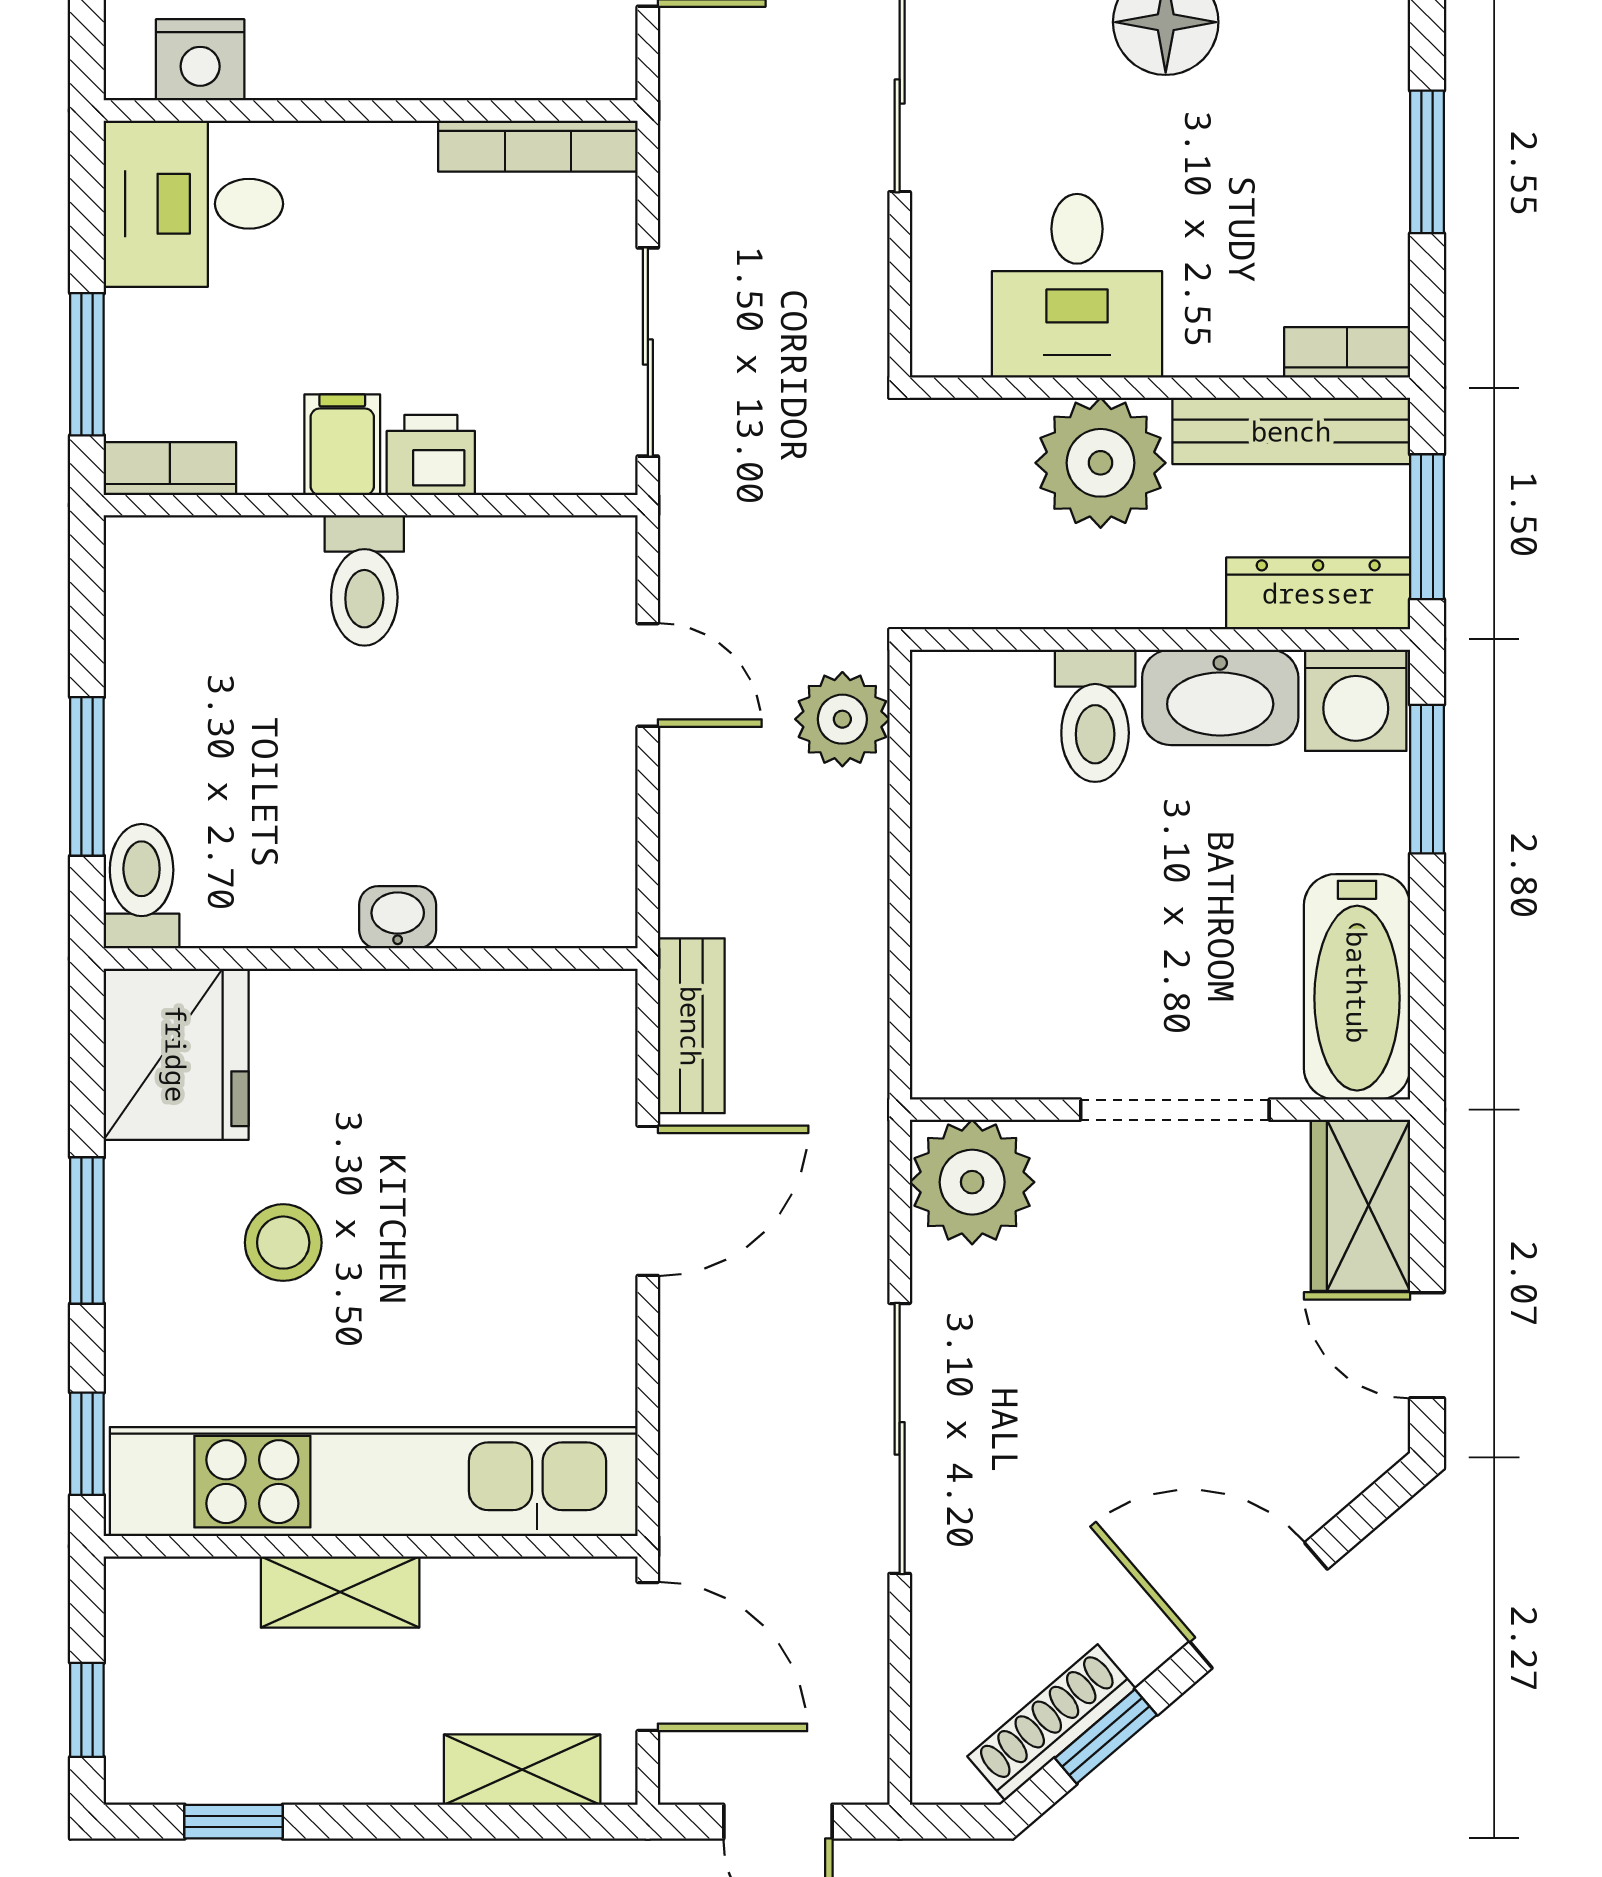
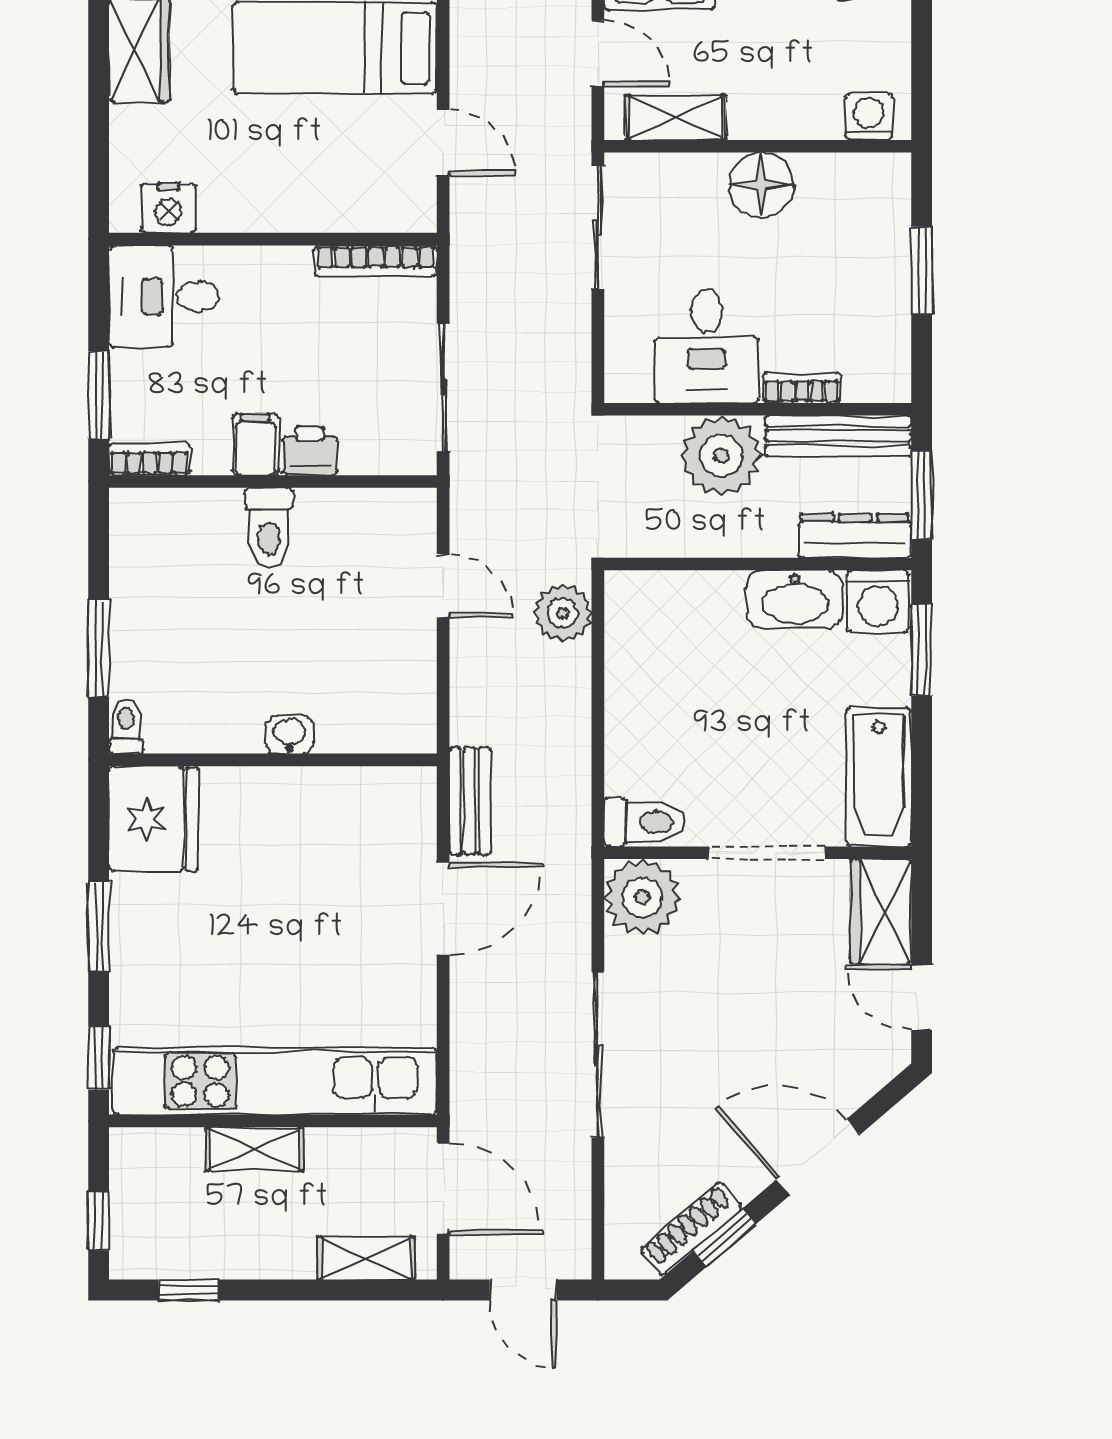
bookcase: (1347, 352) -> (802, 388), moved
toilet: (1095, 716) -> (645, 822), moved, turned -90
toilet: (142, 886) -> (126, 726), width x0.73, depth x0.72
stool: (283, 1243) -> (219, 934), removed

